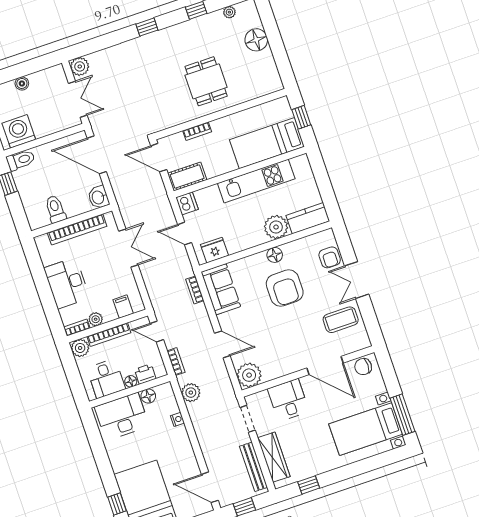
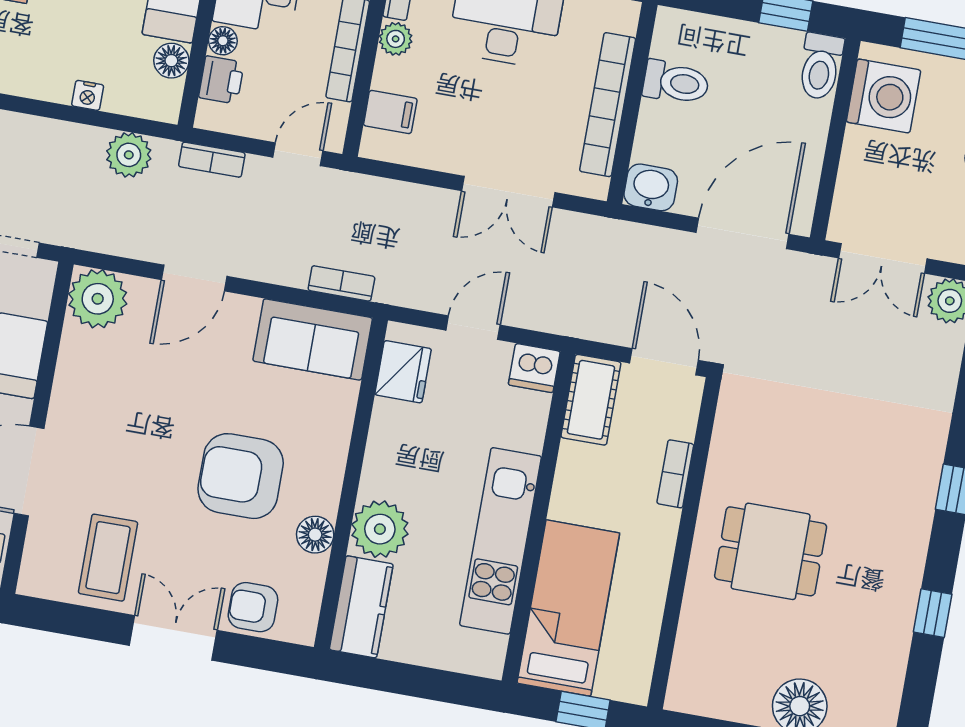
plant: (229, 12) -> (890, 682), removed
door: (159, 158) -> (664, 362), hinge flipped
floor lamp: (275, 255) -> (315, 535), moved

